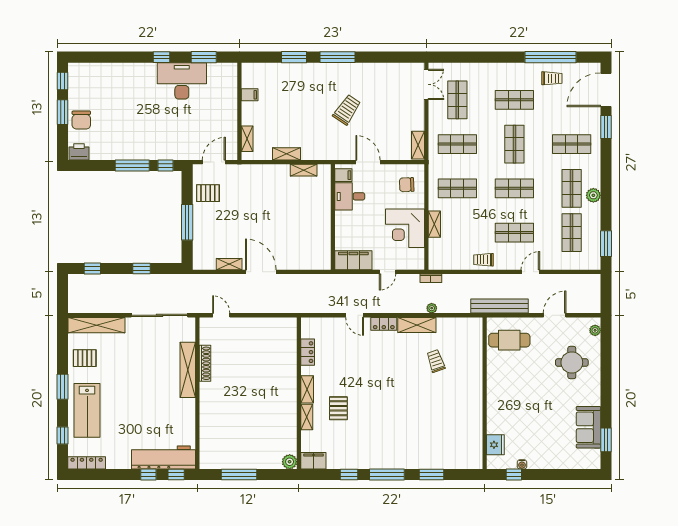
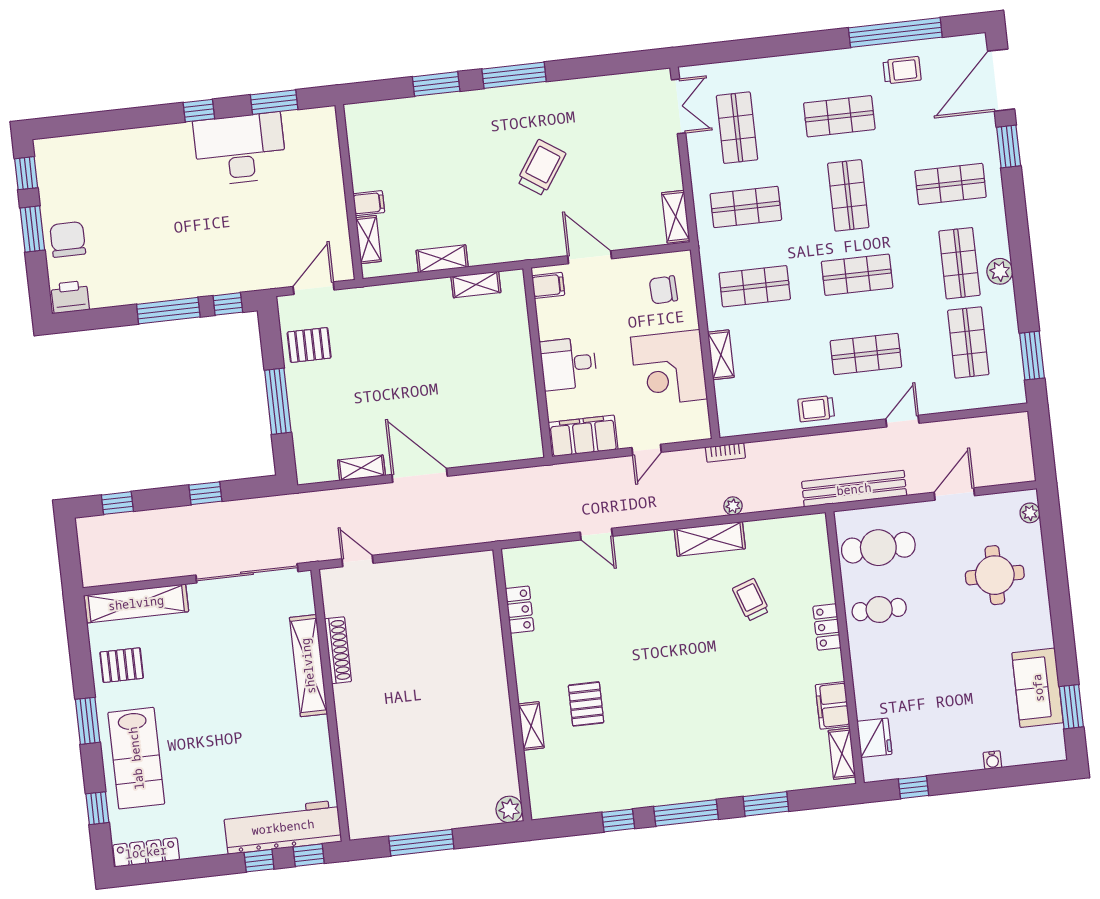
filing cabinet: (250, 95) -> (369, 203), moved
chair: (81, 120) -> (68, 239), turned 180
desk: (350, 196) -> (568, 364), moved
locker: (384, 324) -> (827, 627), moved, turned 90
cafe table: (506, 374) -> (879, 610), added
shelving: (307, 389) -> (842, 754), moved
filing cabinet: (313, 461) -> (833, 705), moved, turned -90
water cooler: (522, 464) -> (992, 760), moved

